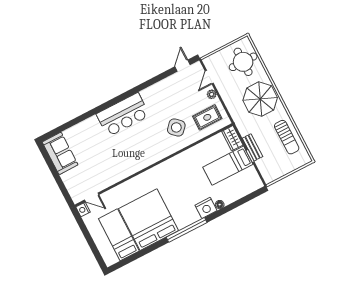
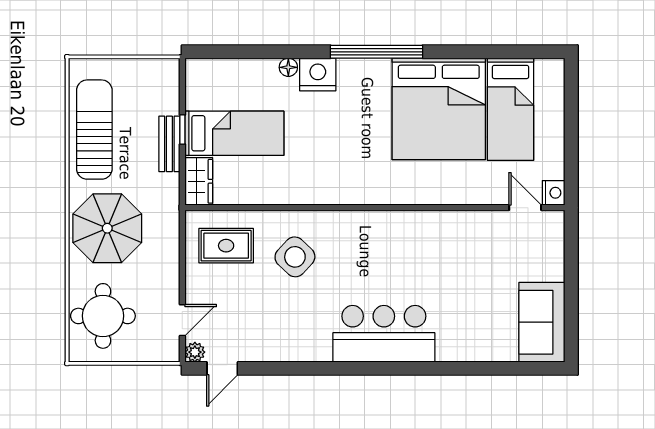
plant: (212, 94) -> (195, 352), moved
sun lounger: (287, 137) -> (94, 130), width x1.36, depth x1.34

